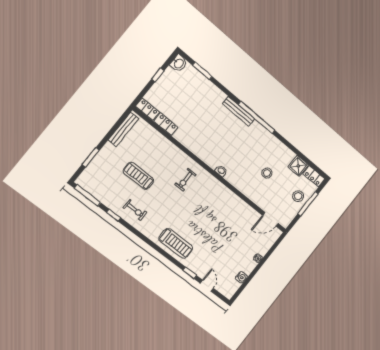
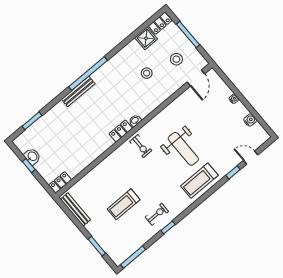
washbasin: (179, 63) -> (32, 156), moved
locker: (166, 124) -> (121, 131), moved
exercise bike: (185, 180) -> (141, 146), moved
stool: (298, 196) -> (176, 59), moved
window: (114, 215) -> (168, 227), moved
weight bench: (203, 222) -> (183, 149), added
treadmill: (176, 243) -> (199, 181), turned 180

